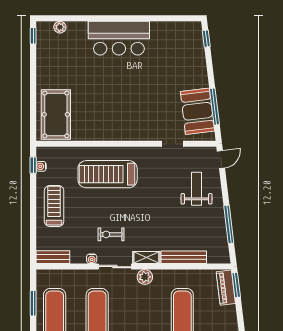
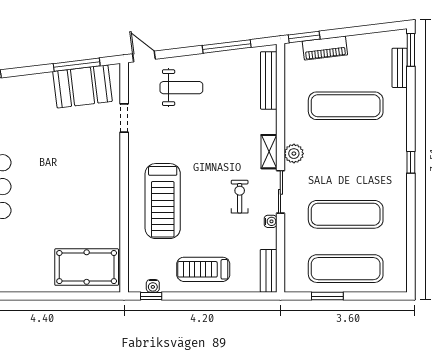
weight bench: (197, 189) -> (181, 88), turned 180
exercise bike: (111, 234) -> (240, 197), turned 180
bench: (184, 257) -> (269, 80), moved
piano: (226, 288) -> (325, 48), moved

